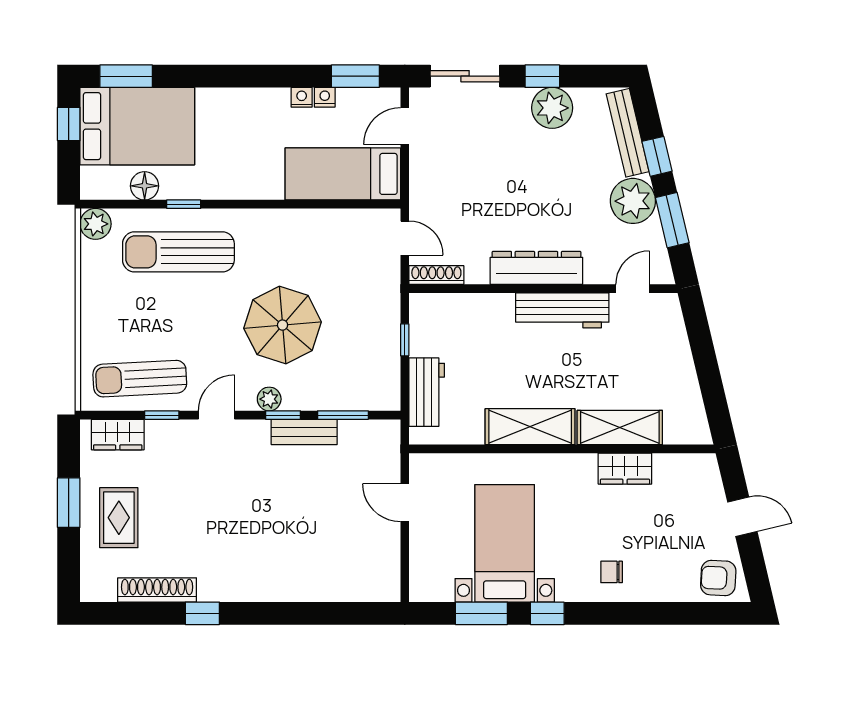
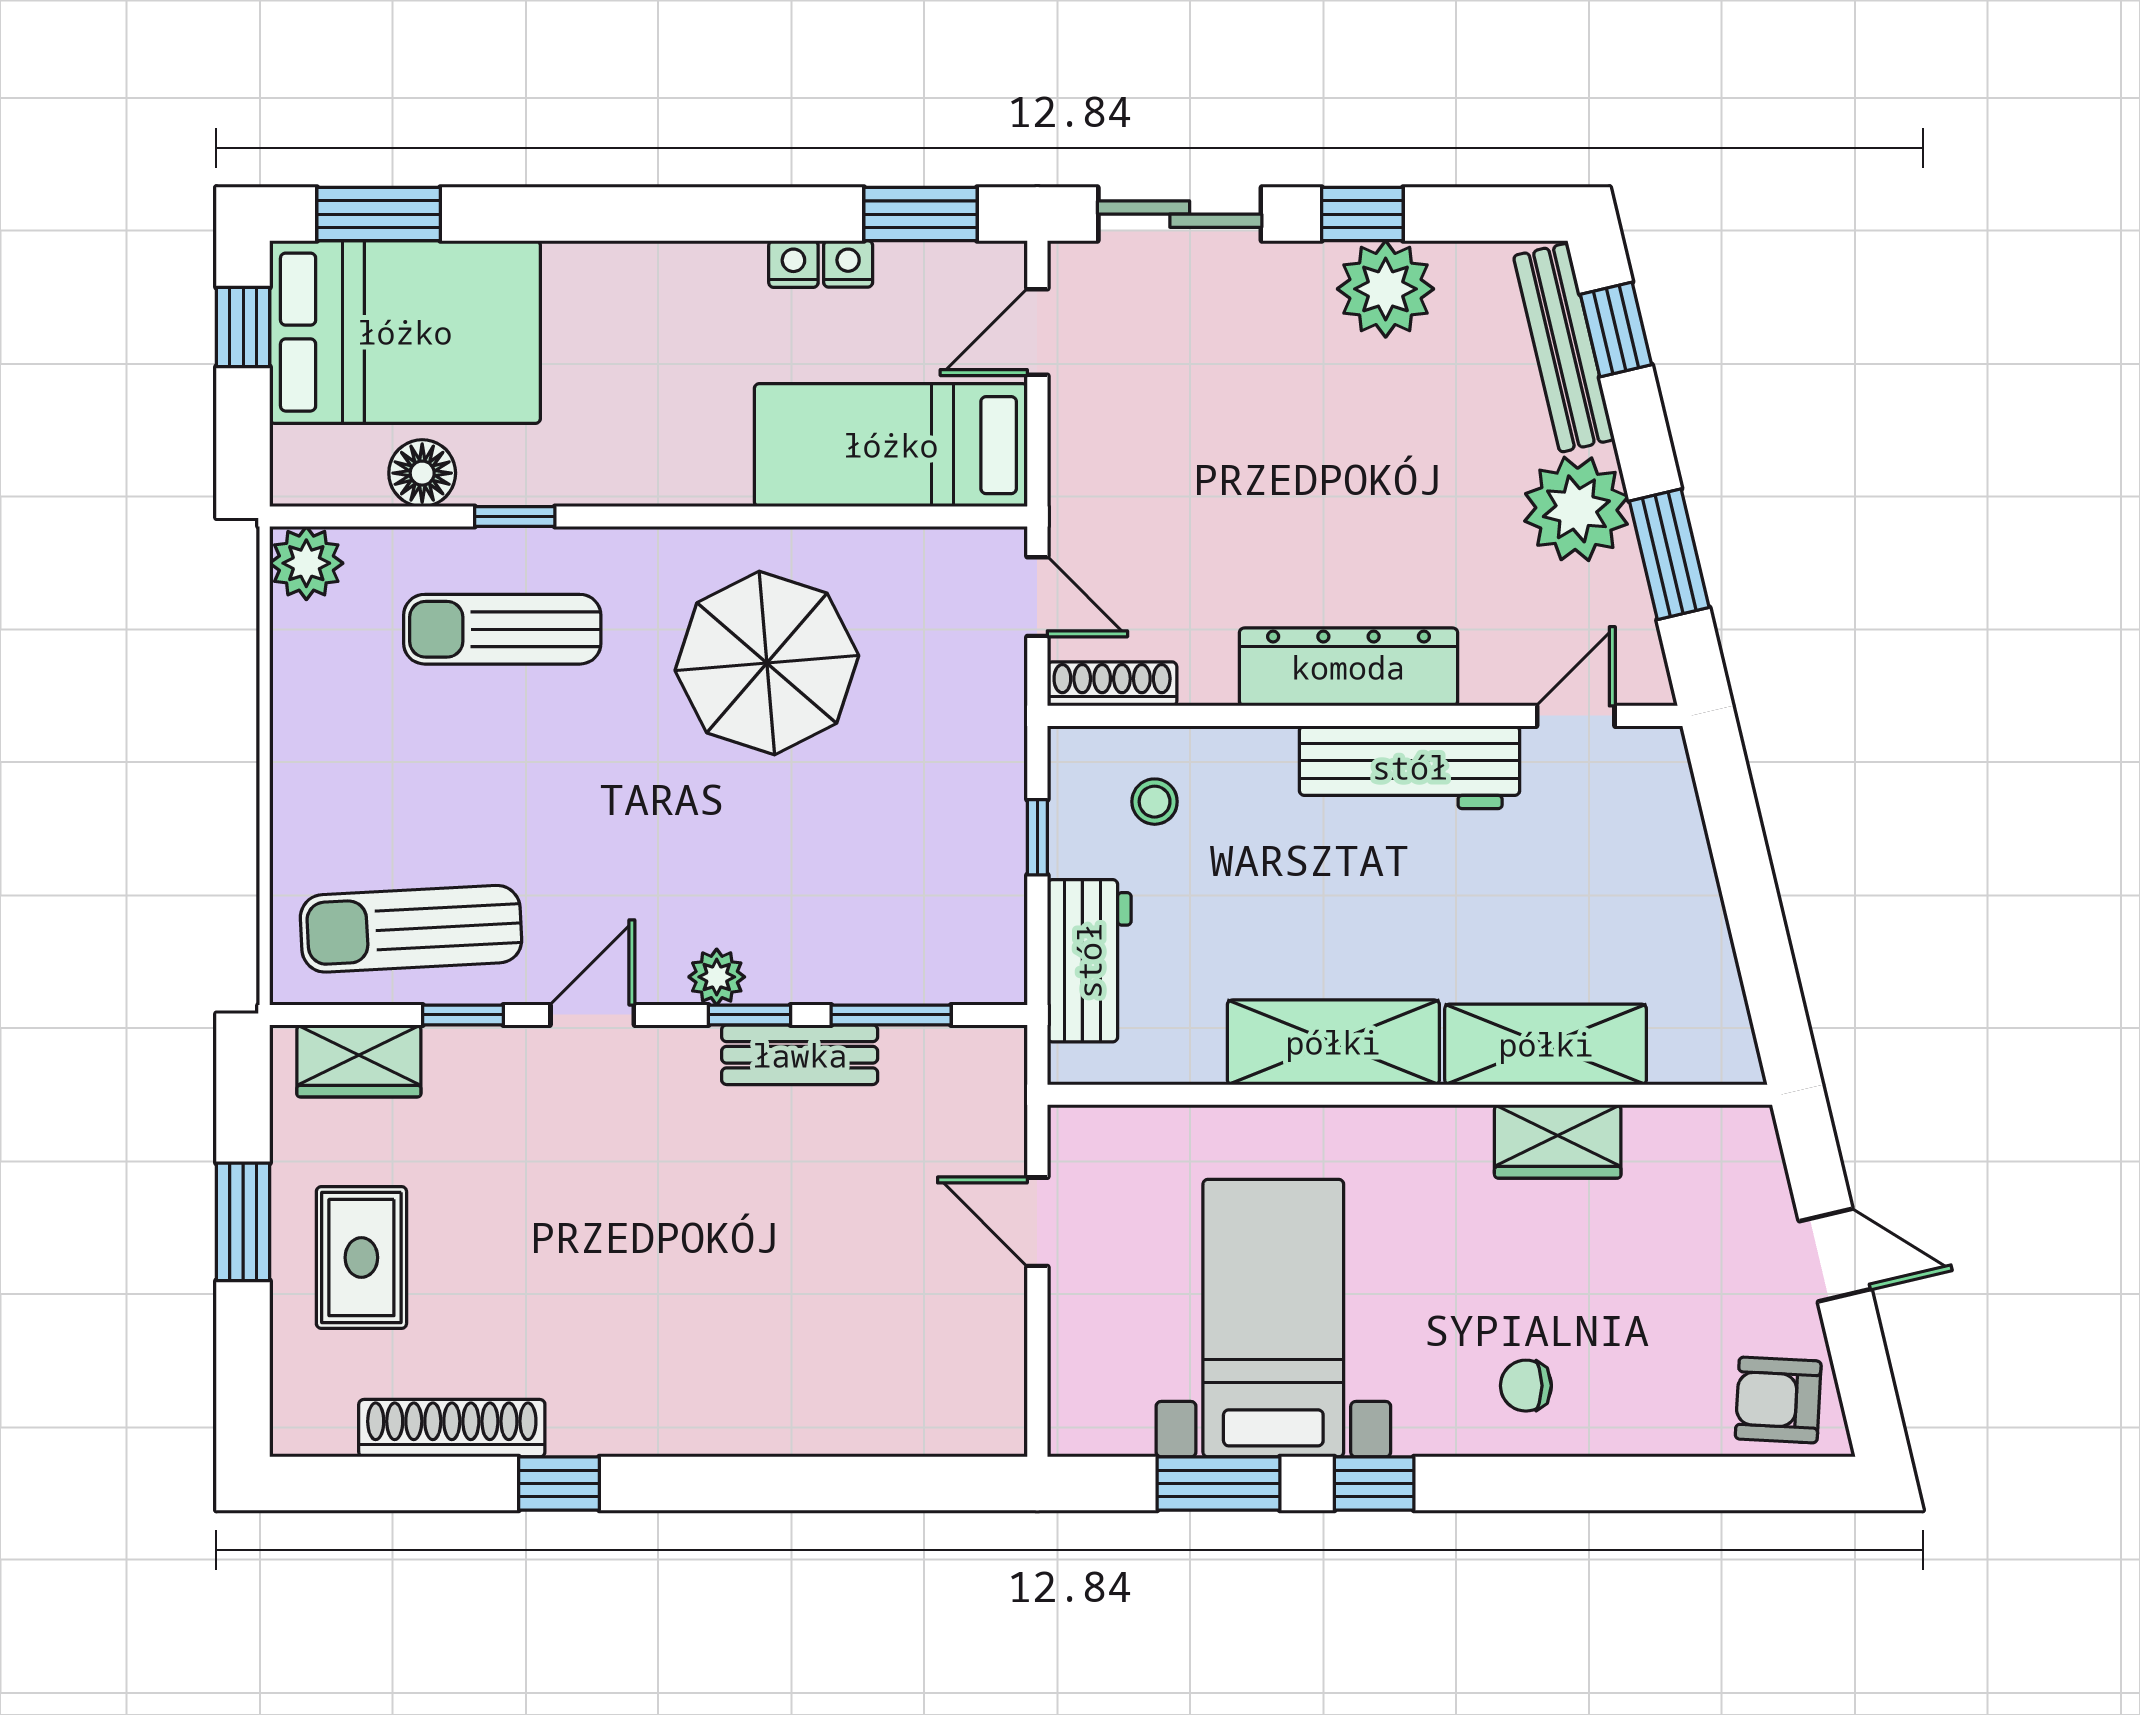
window: (657, 156) -> (1616, 329), moved
sun lounger: (178, 252) -> (502, 629), width x0.73, depth x0.75
parasol: (283, 325) -> (767, 663), moved
stool: (454, 325) -> (1155, 802), added

